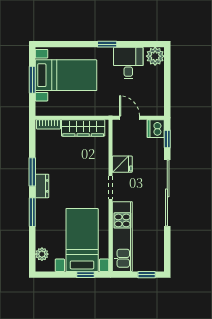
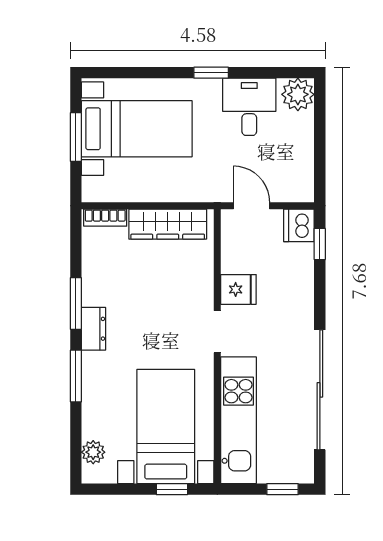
sliding door: (167, 193) -> (320, 390), moved

